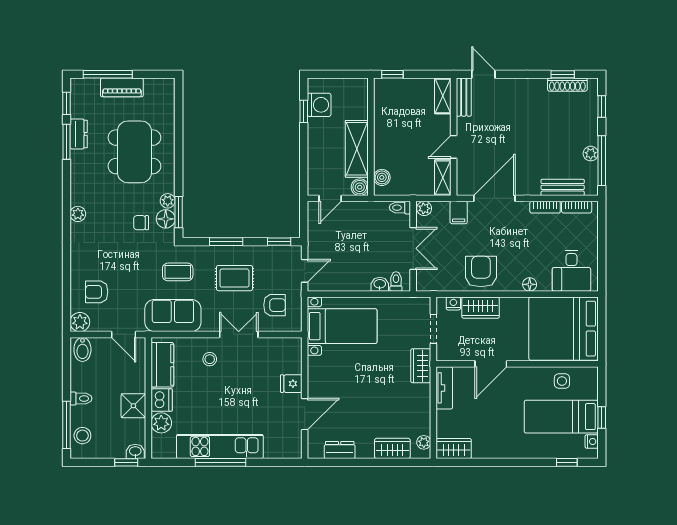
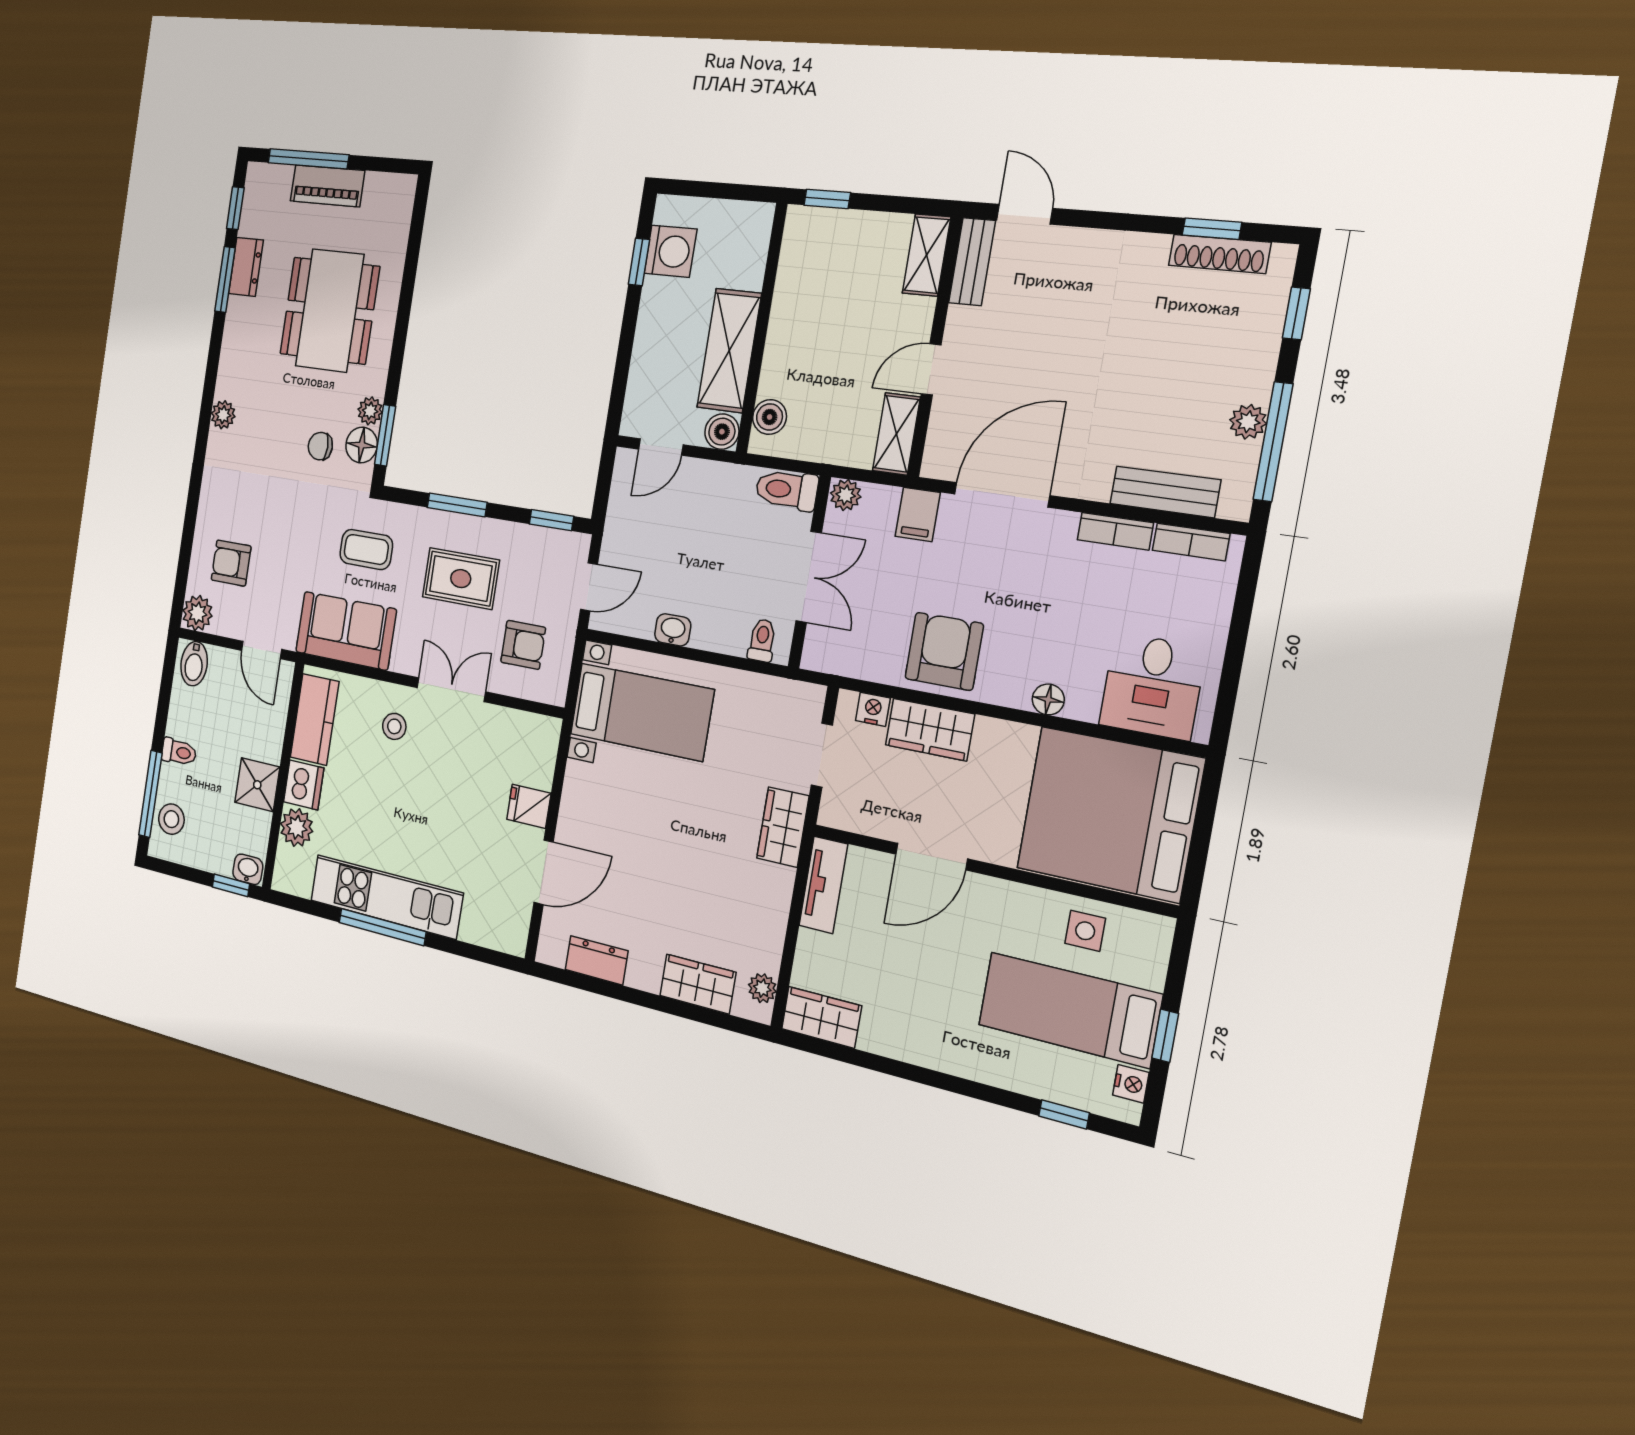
toilet: (400, 208) -> (787, 490), width x1.37, depth x1.39
washbasin: (380, 284) -> (673, 630), moved

